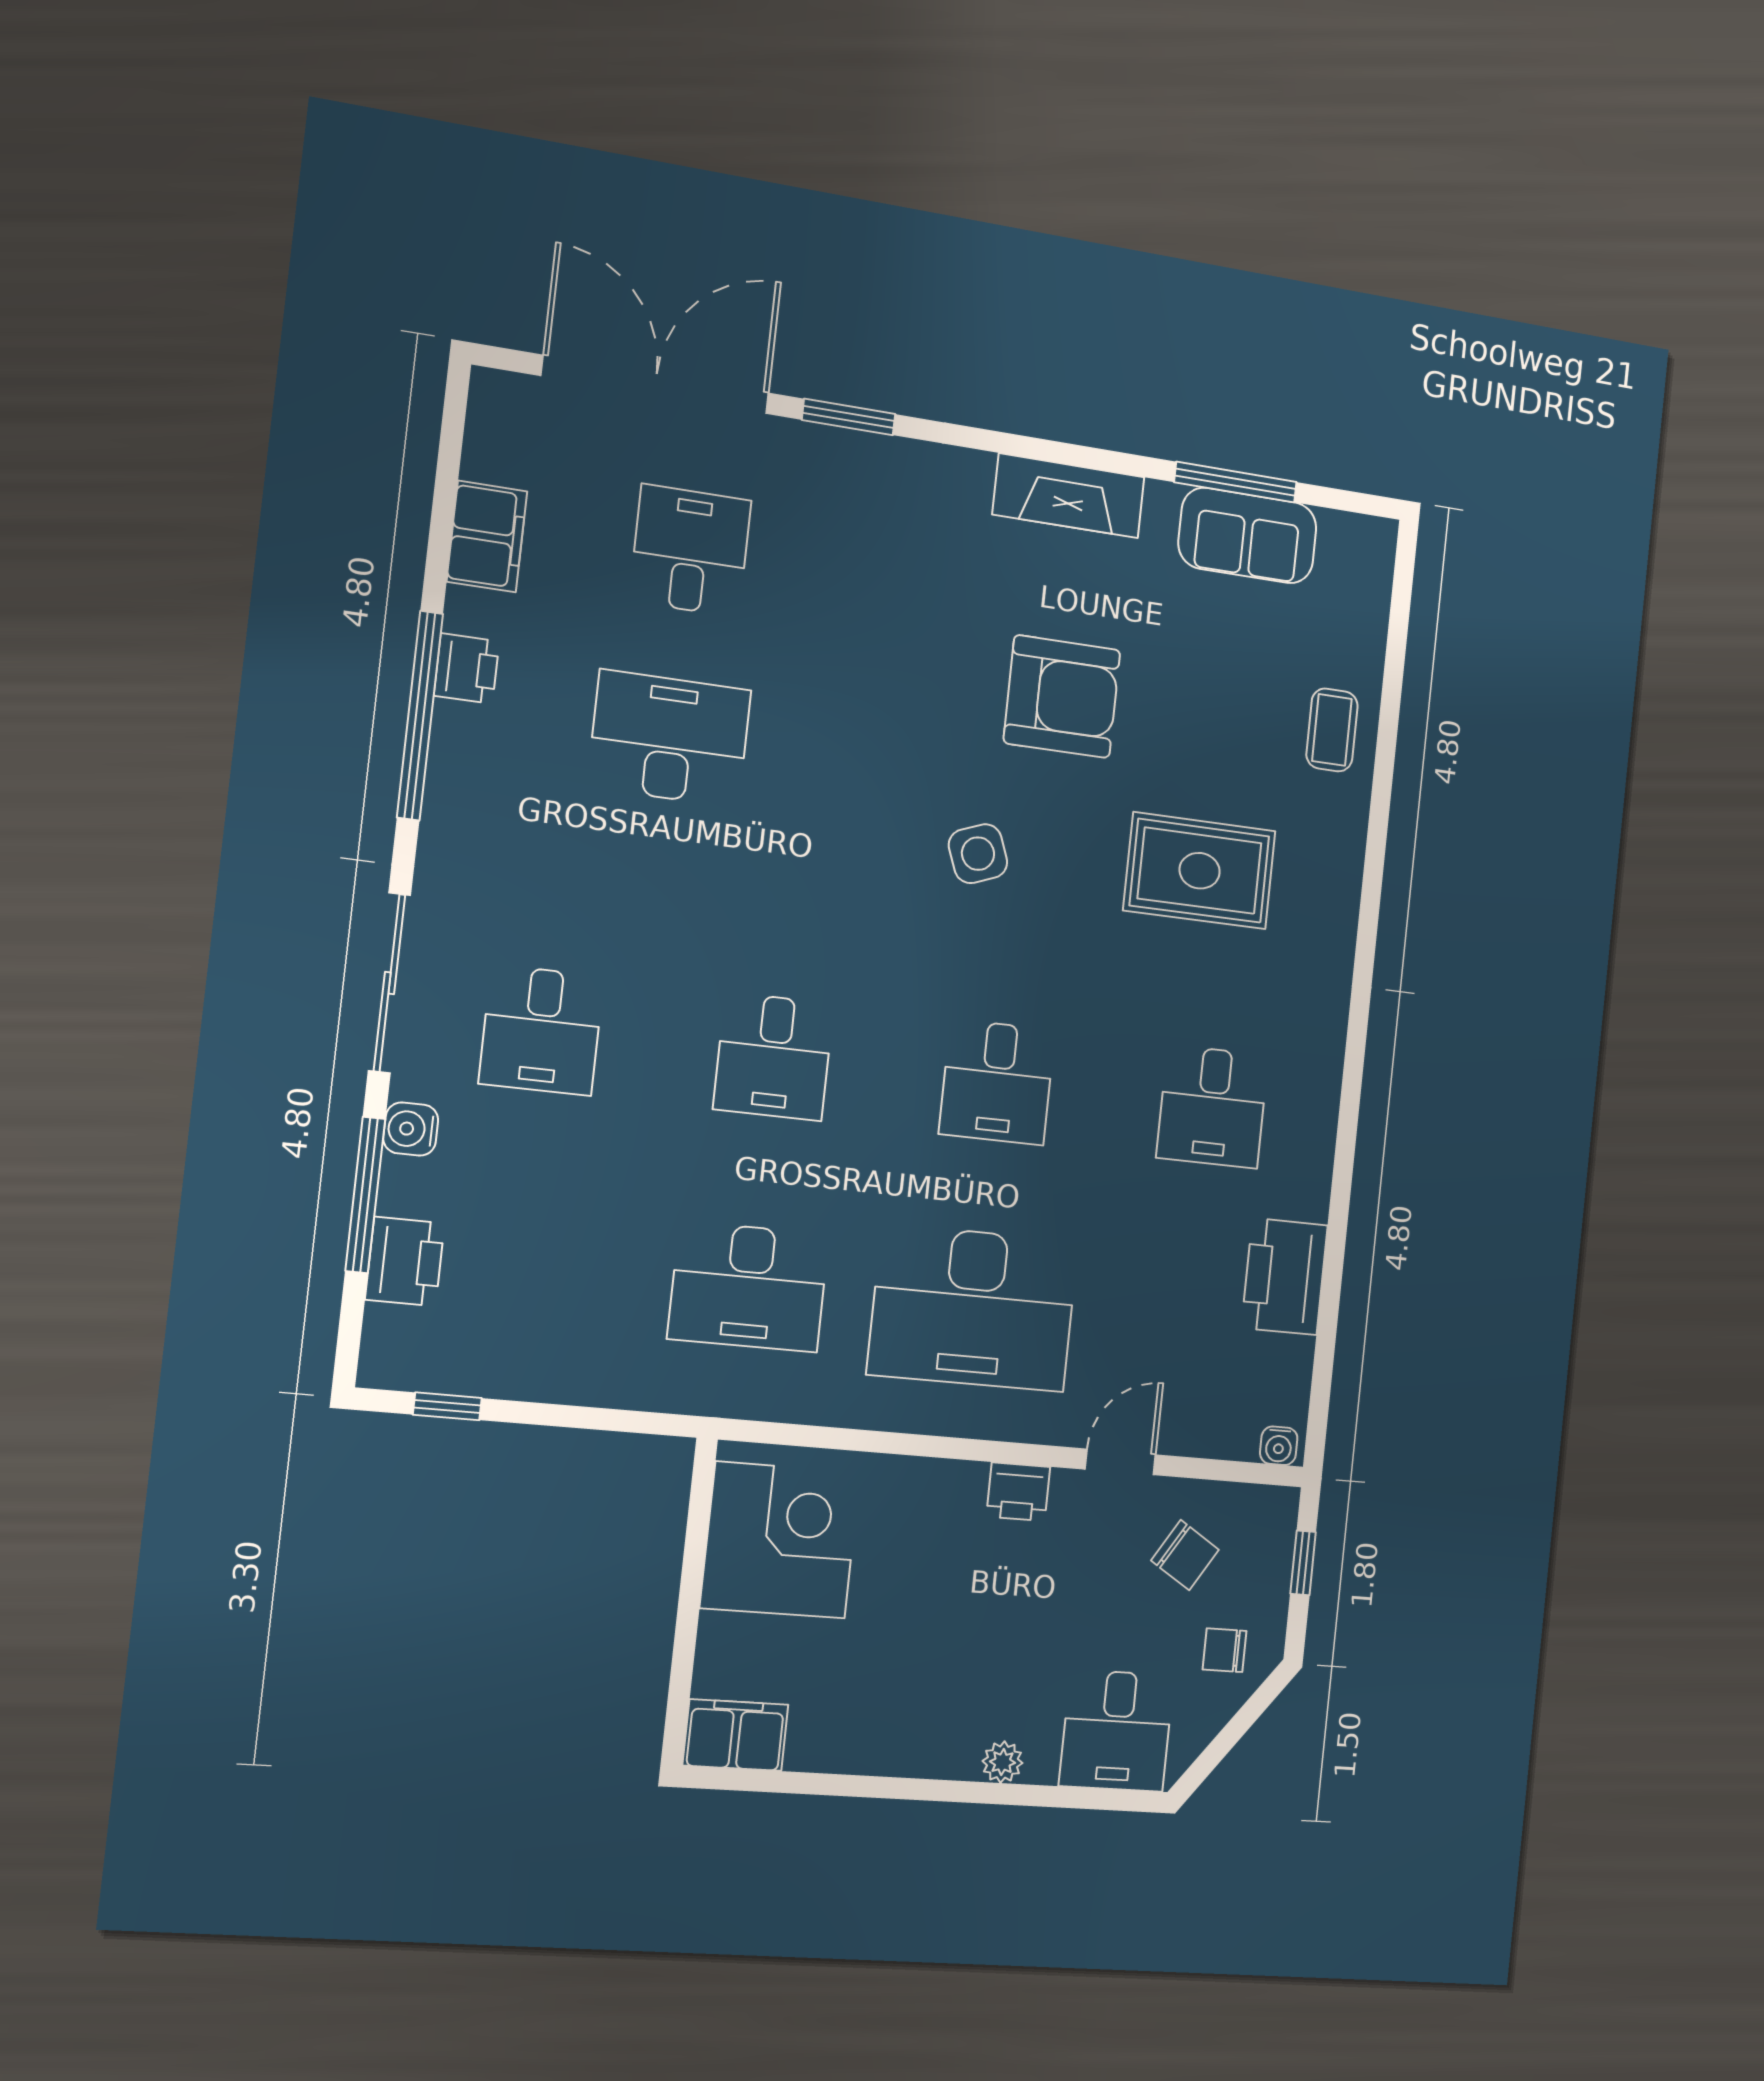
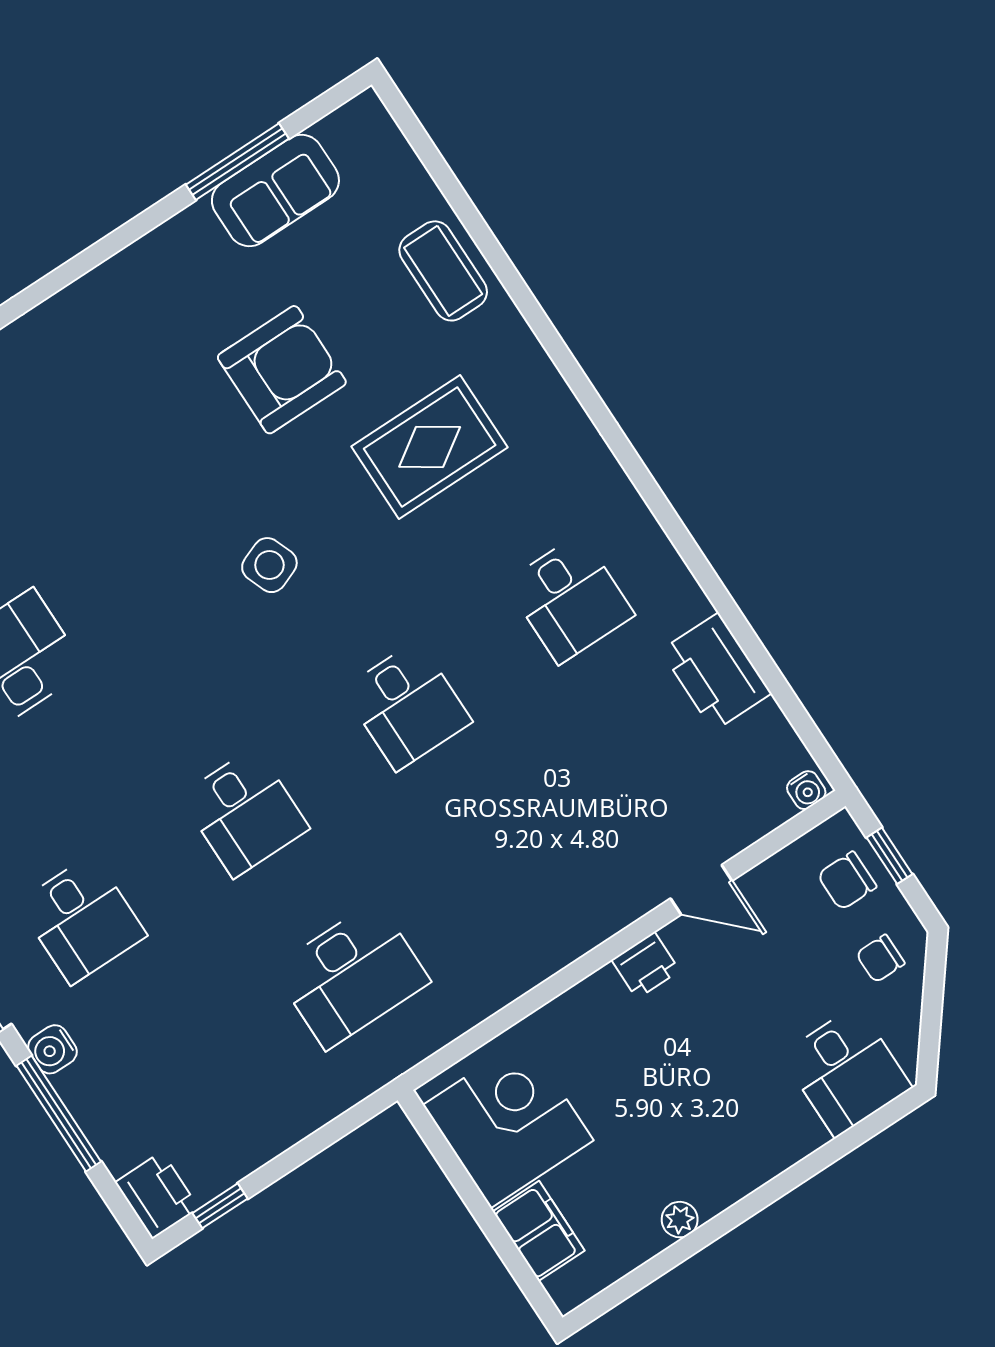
fireplace: (1069, 496) -> (133, 273), removed
armchair: (1062, 697) -> (282, 370), moved
coffee table: (1332, 730) -> (443, 271), width x1.36, depth x1.30
printer: (405, 1261) -> (157, 1195), moved
desk: (973, 1308) -> (514, 868), removed
door: (1120, 1462) -> (701, 890), swing flipped
chair: (1185, 1555) -> (847, 881), moved, turned 148
filing cabinet: (735, 1735) -> (539, 1231), moved, turned 90
plant: (1002, 1762) -> (680, 1220), moved

